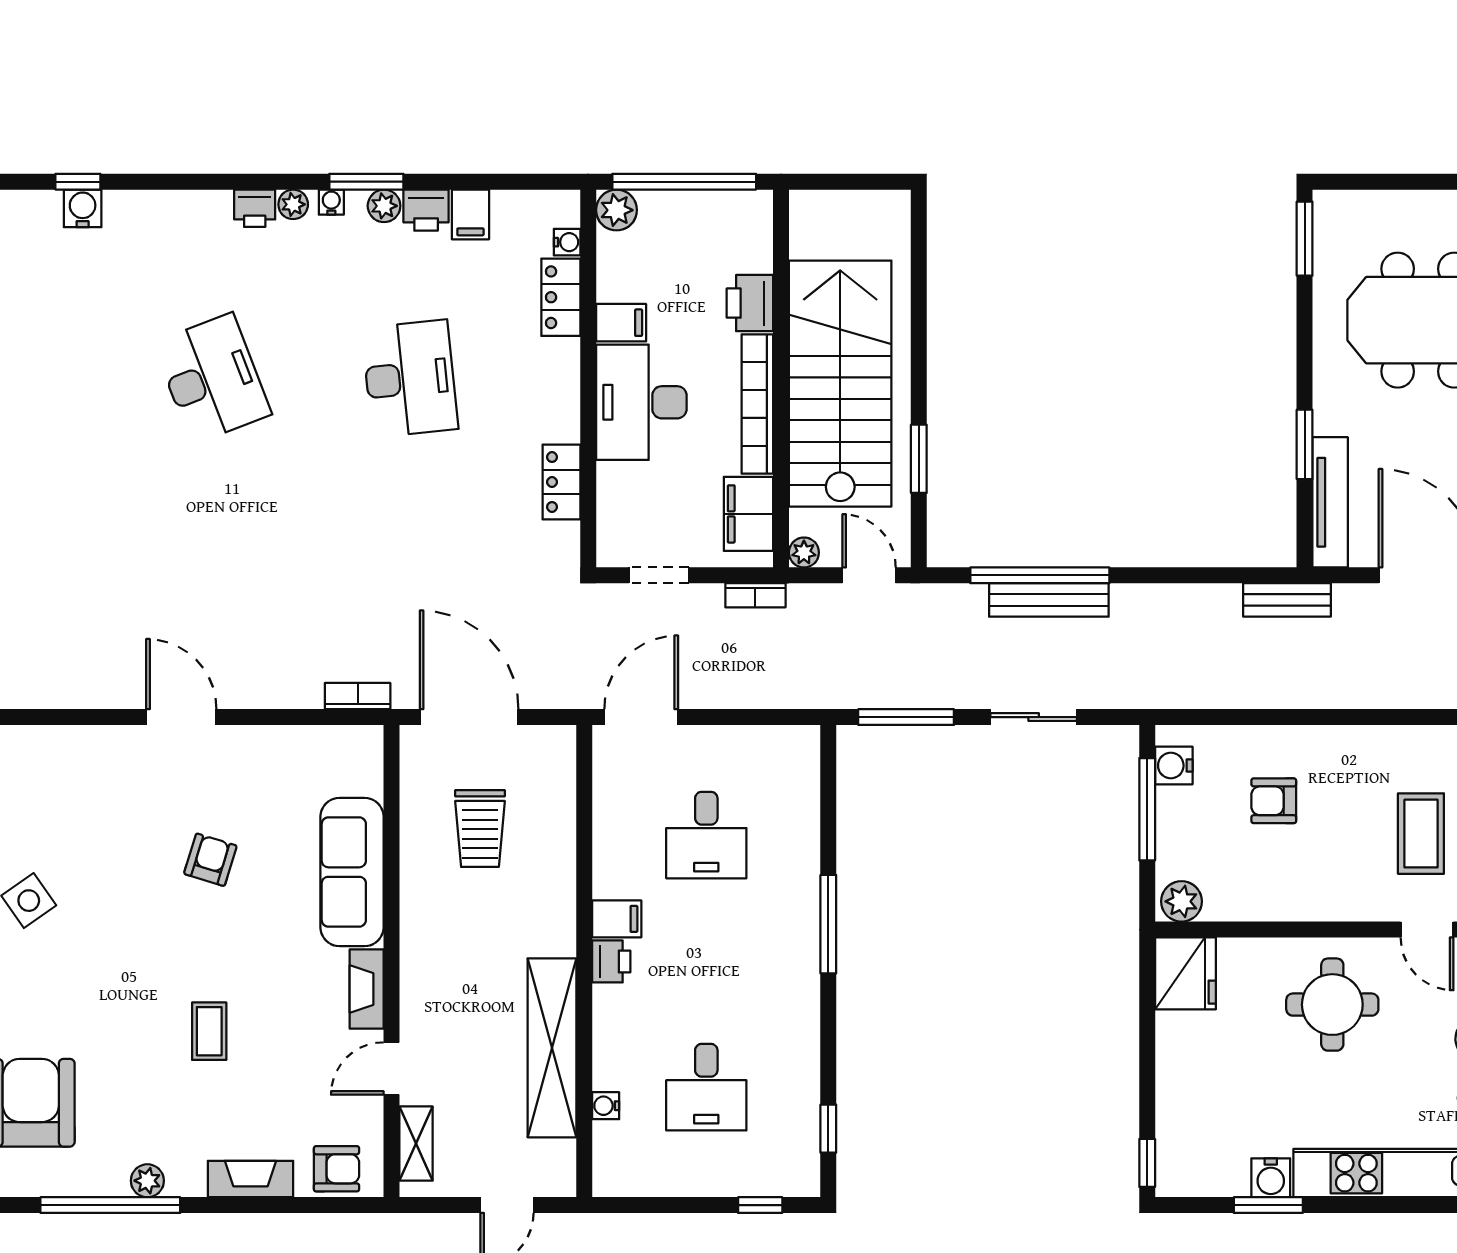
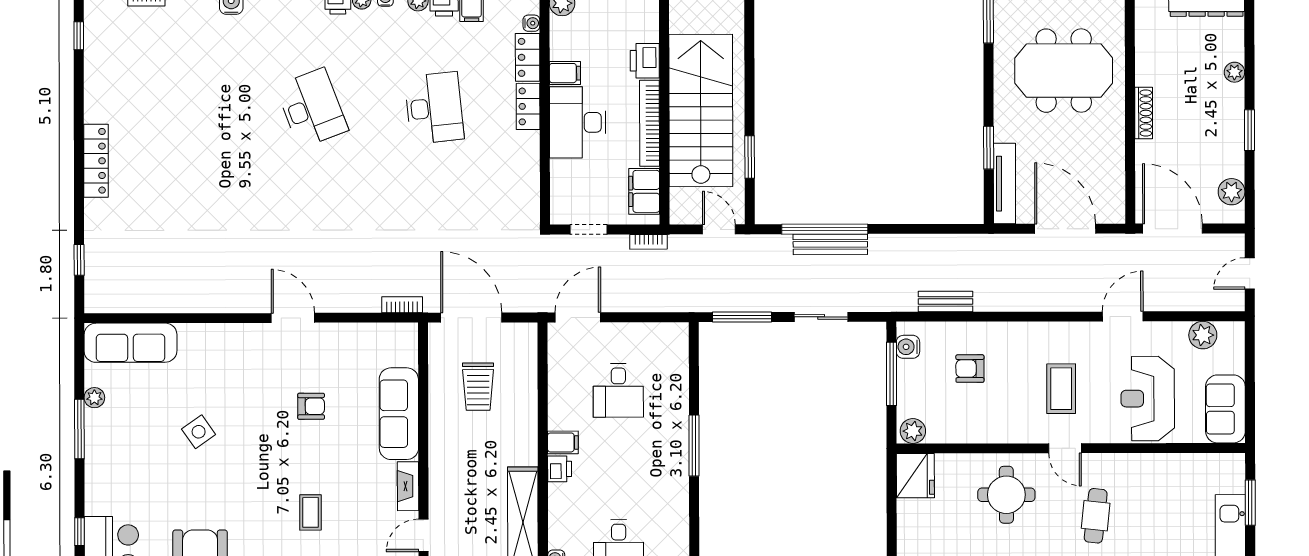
locker: (561, 482) -> (528, 106), moved
plant: (804, 552) -> (679, 215), removed
bench: (1287, 600) -> (946, 301), moved
armchair: (210, 860) -> (311, 406), turned 73

